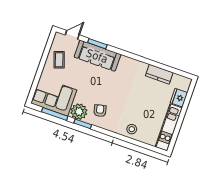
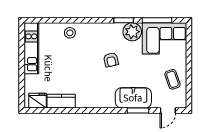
sofa: (97, 56) -> (133, 98), width x0.73
fridge: (179, 98) -> (37, 101), moved, turned -90
armchair: (100, 111) -> (111, 60), moved

